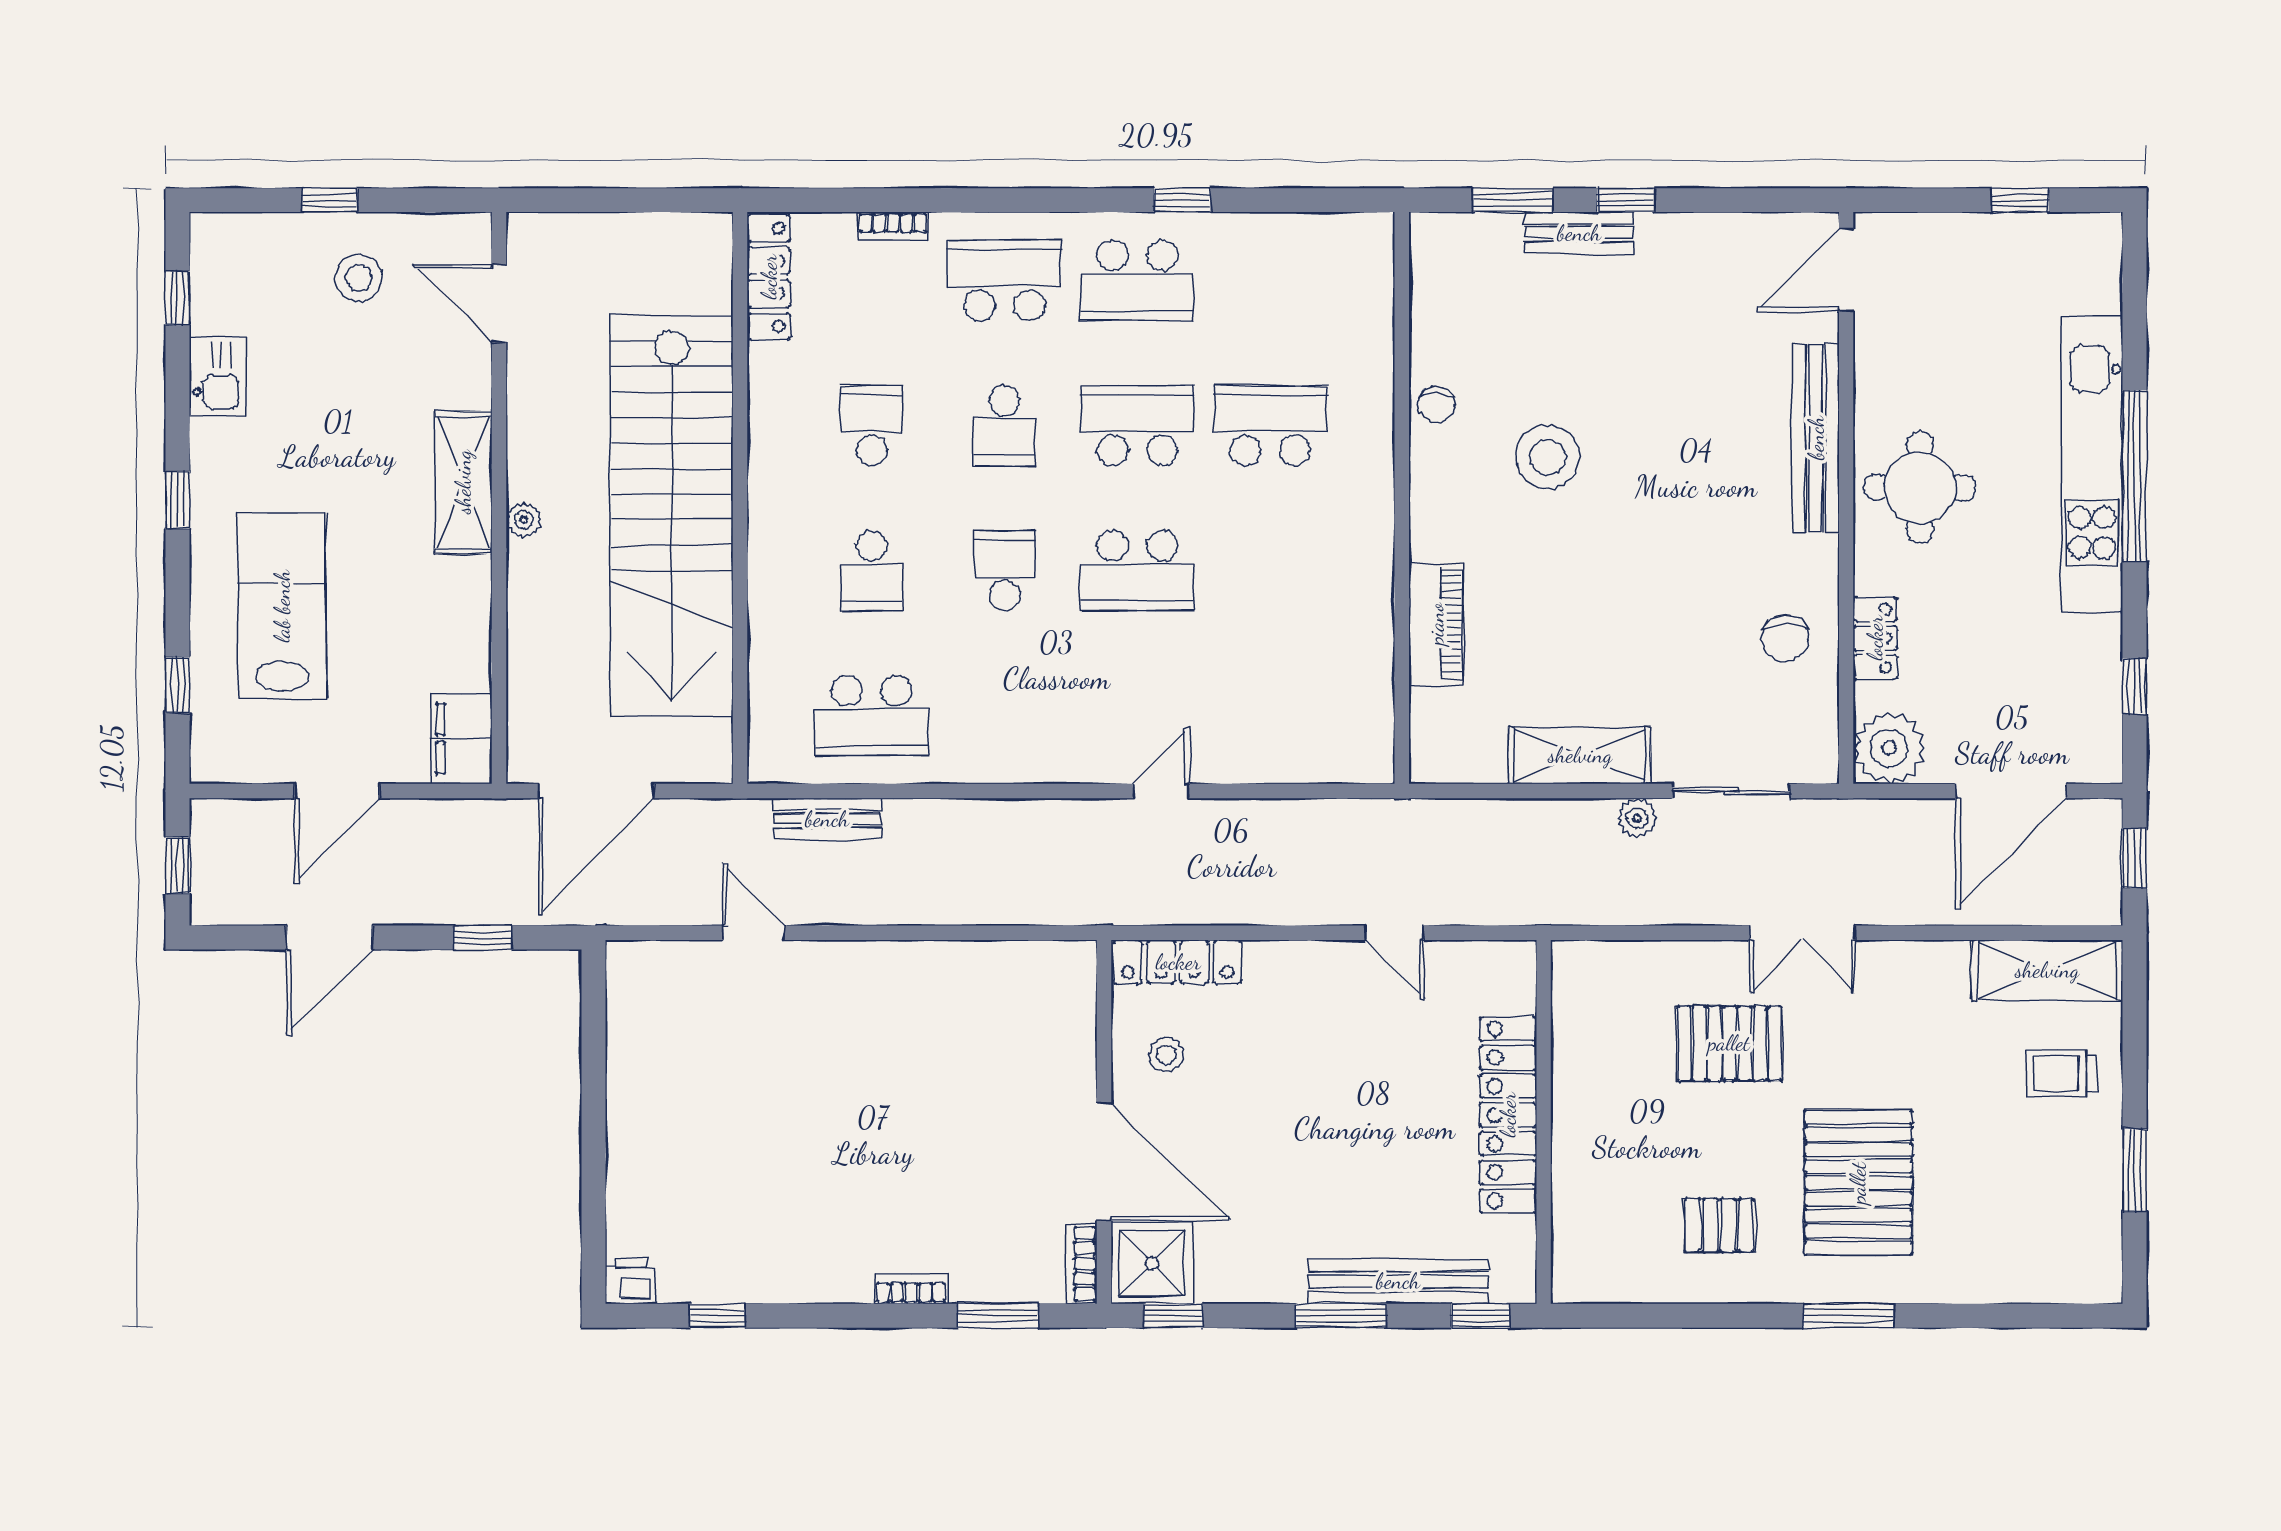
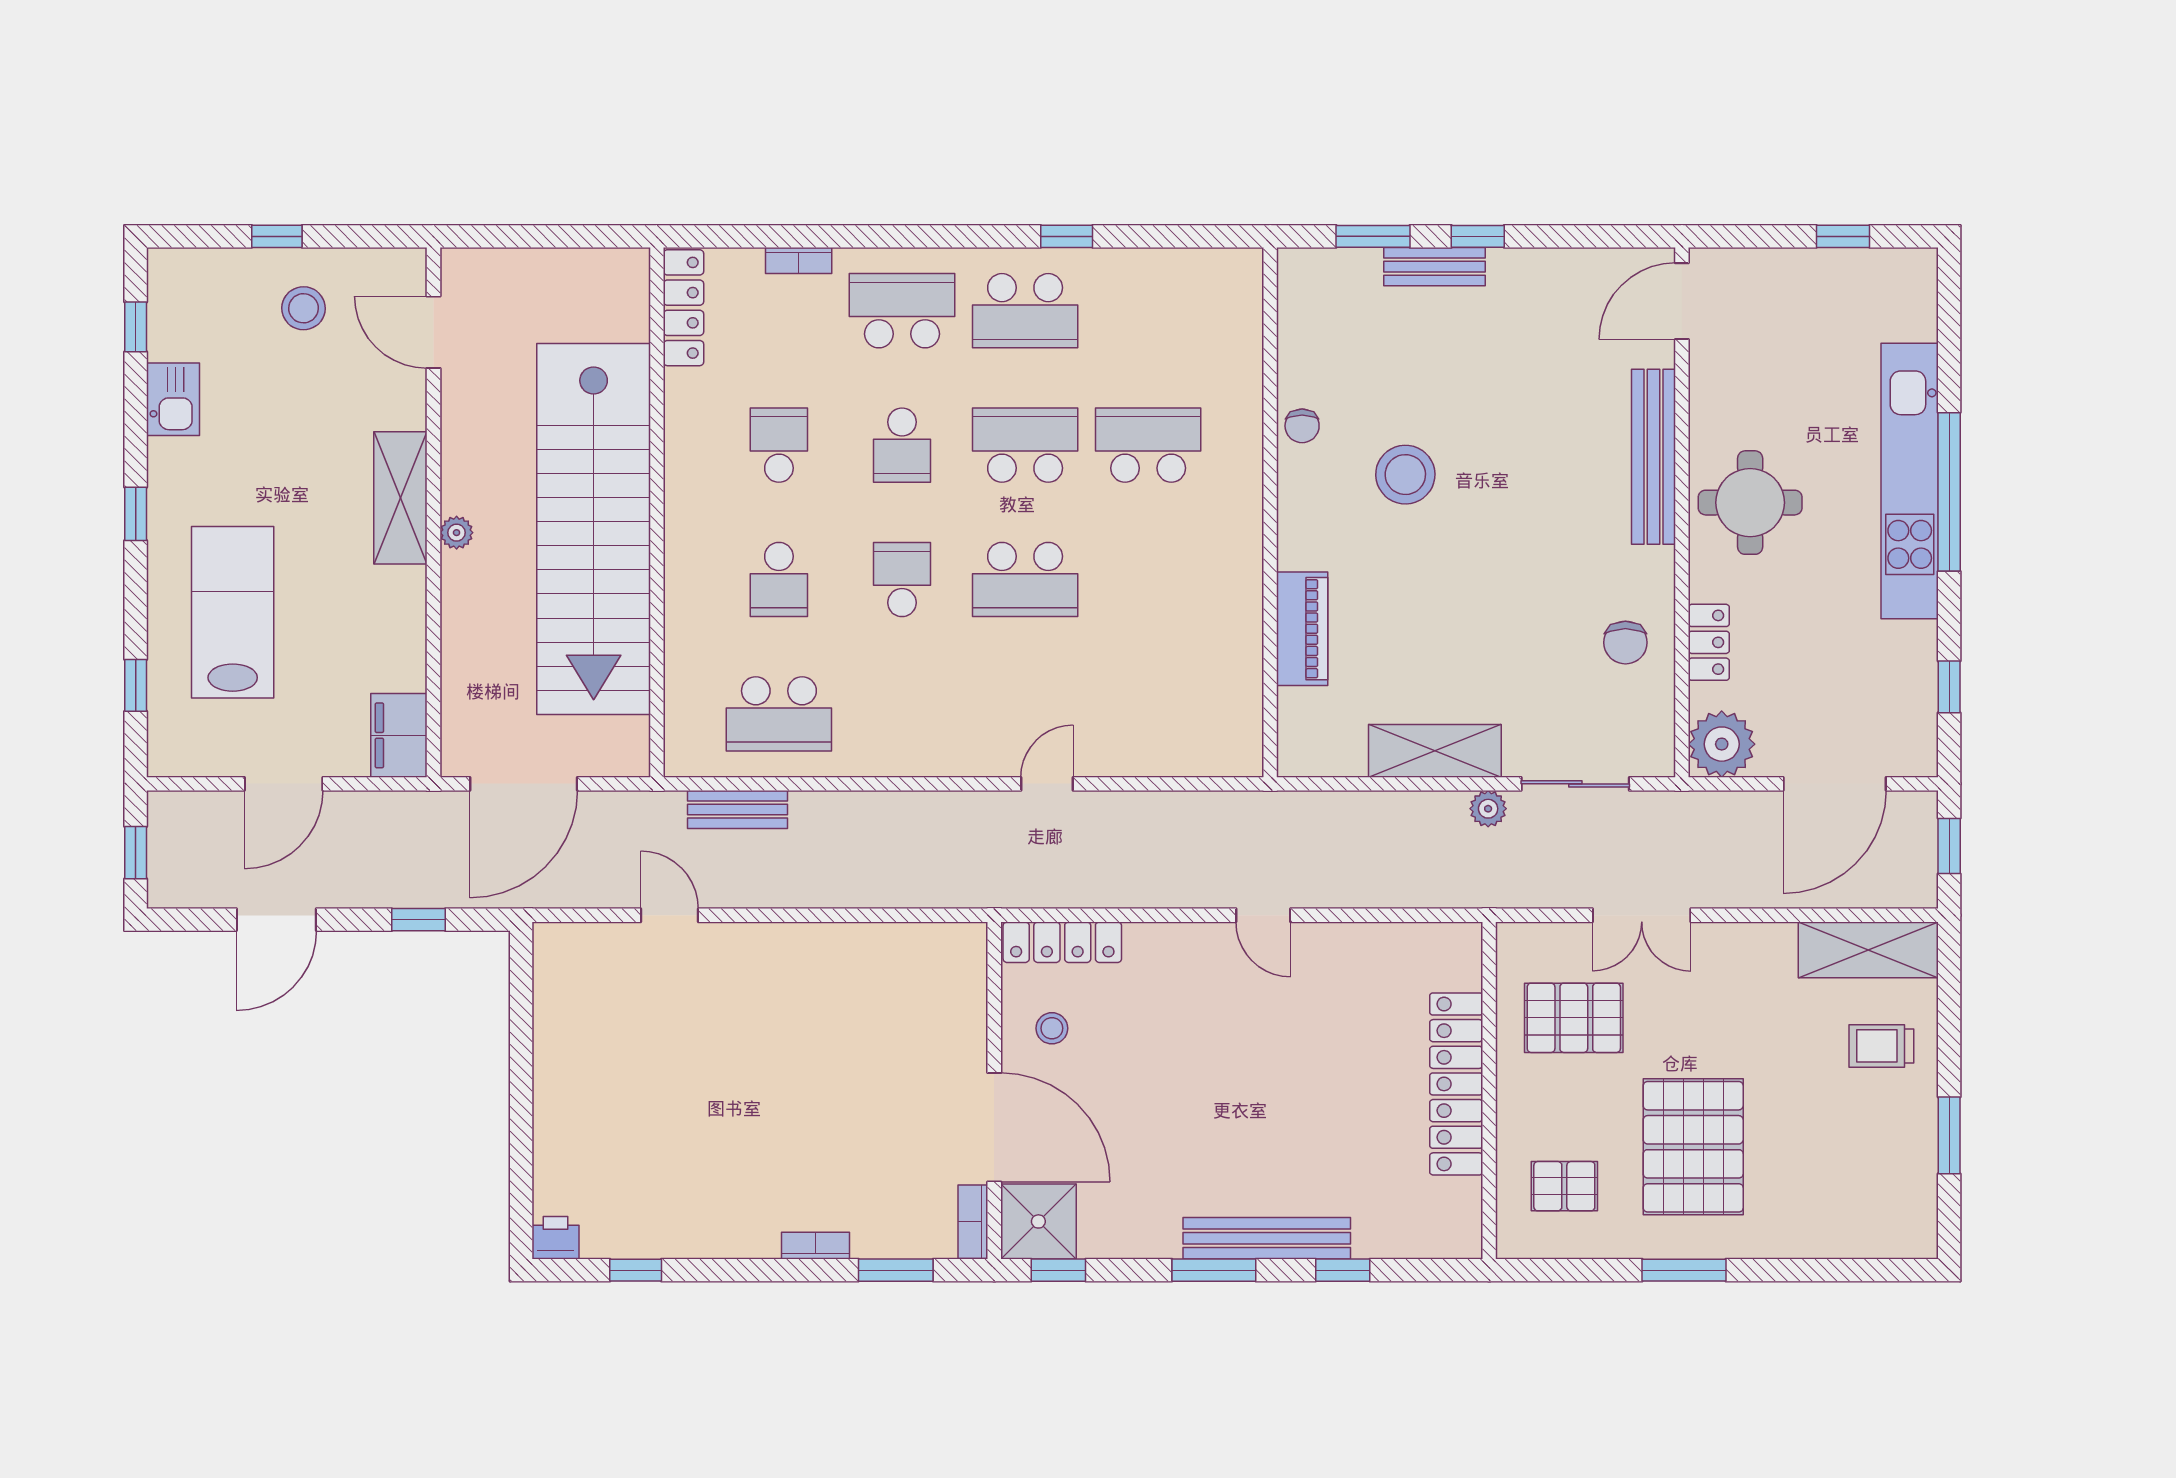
locker: (1508, 1115) -> (1456, 1084), moved
wall: (1544, 1122) -> (1489, 1090), moved

